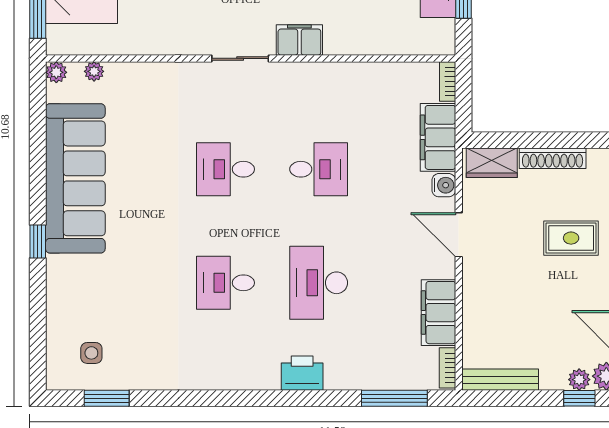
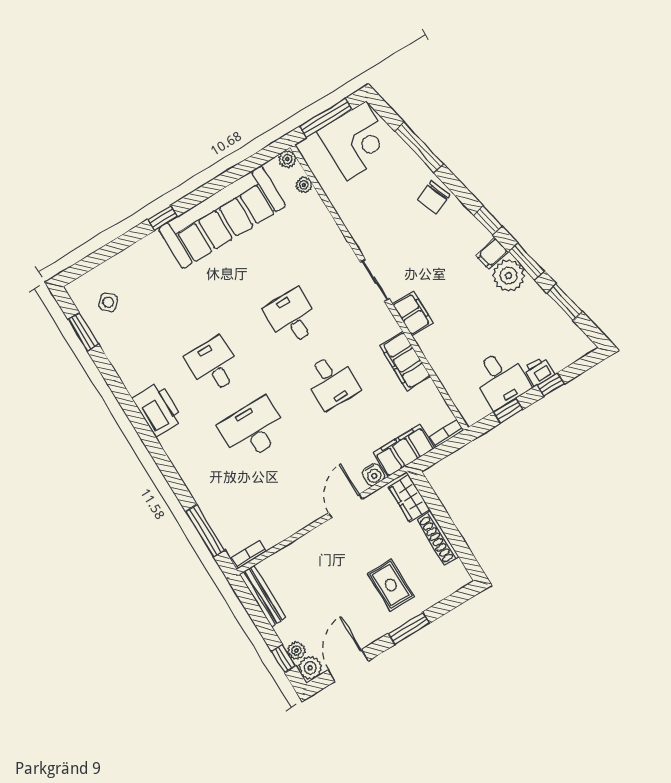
filing cabinet: (438, 313) -> (405, 361), moved, turned -90
side table: (91, 353) -> (108, 302), turned 45
printer: (302, 373) -> (158, 409), moved, width x1.37, depth x1.19

